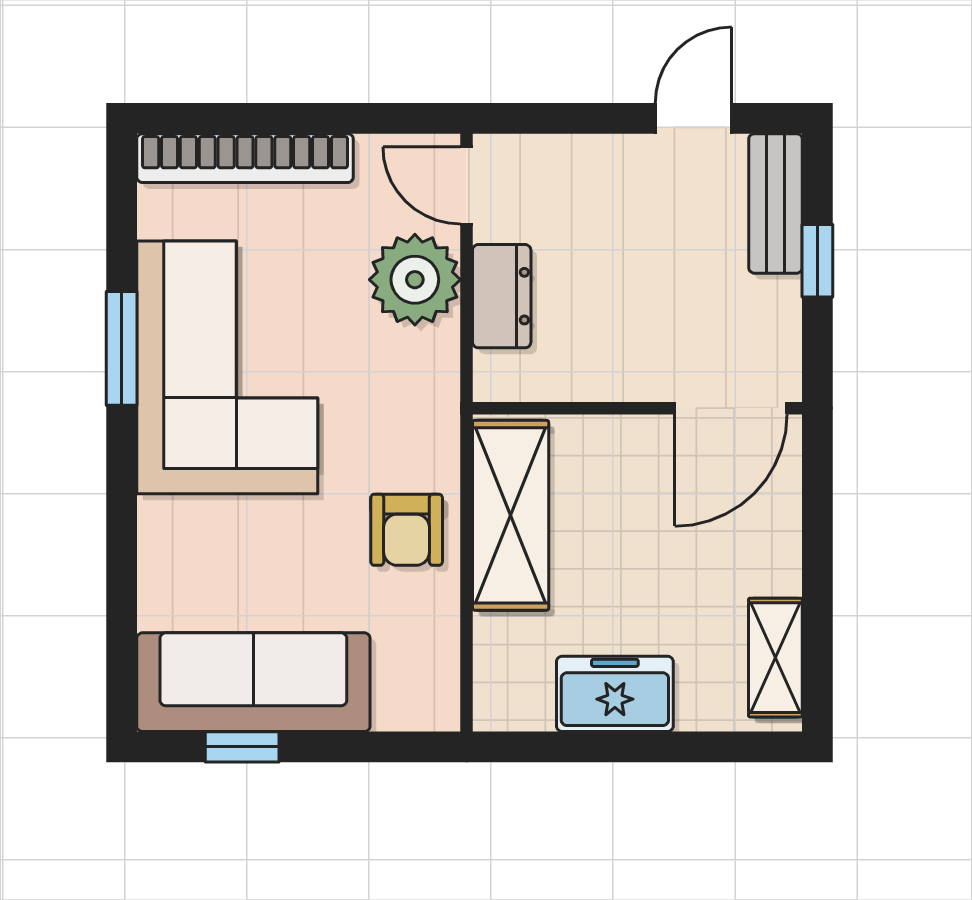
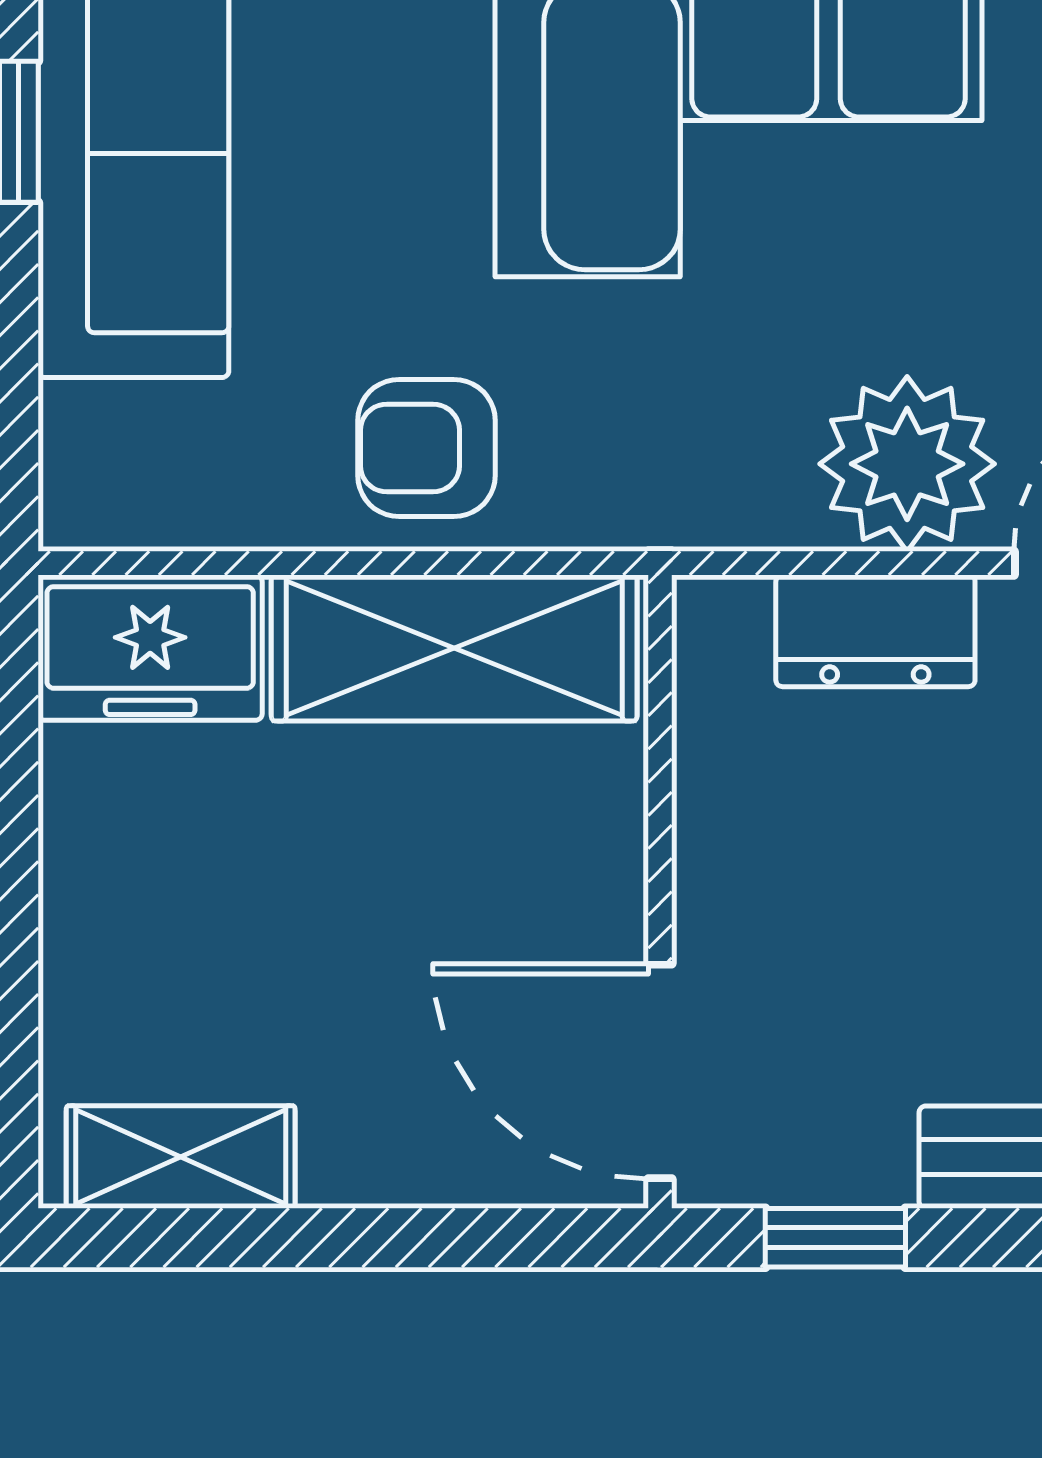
window: (817, 261) -> (835, 1238), moved
freezer: (615, 694) -> (150, 648), moved, turned 90

